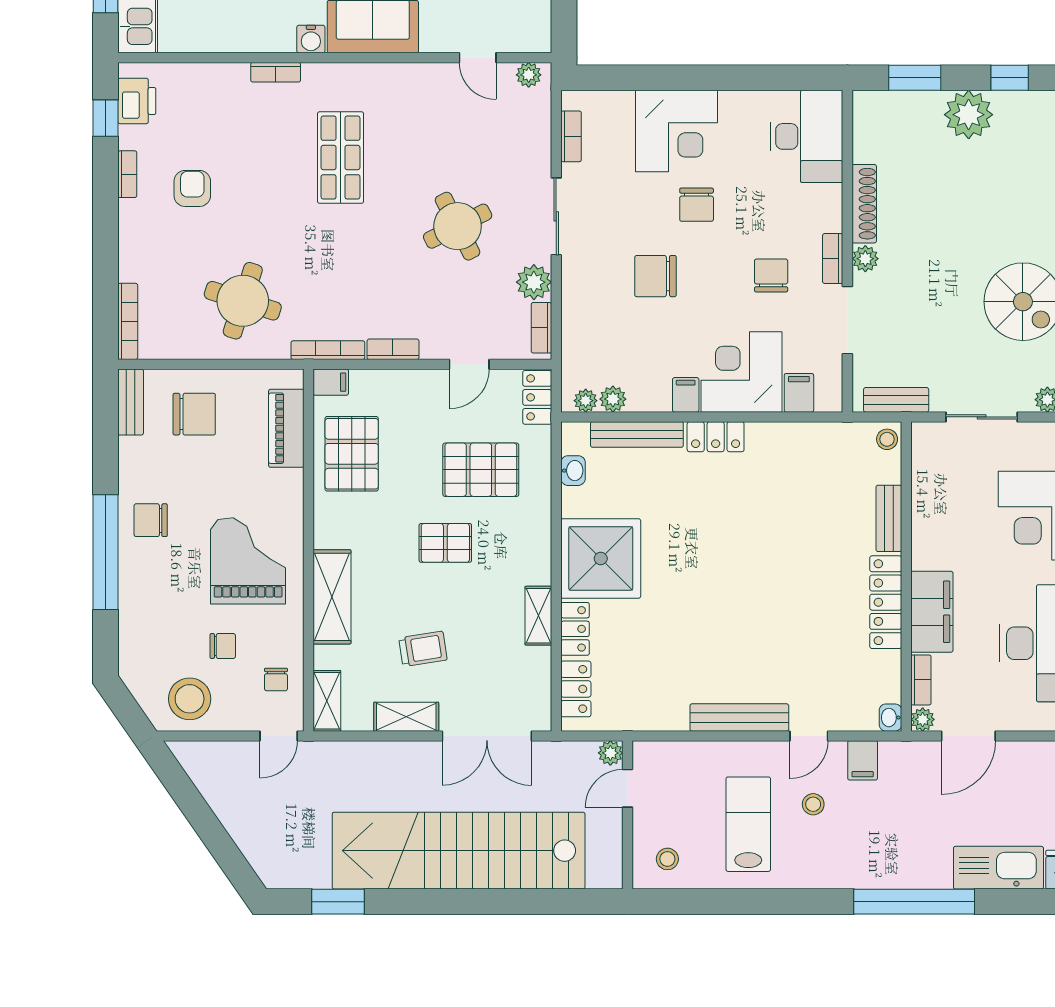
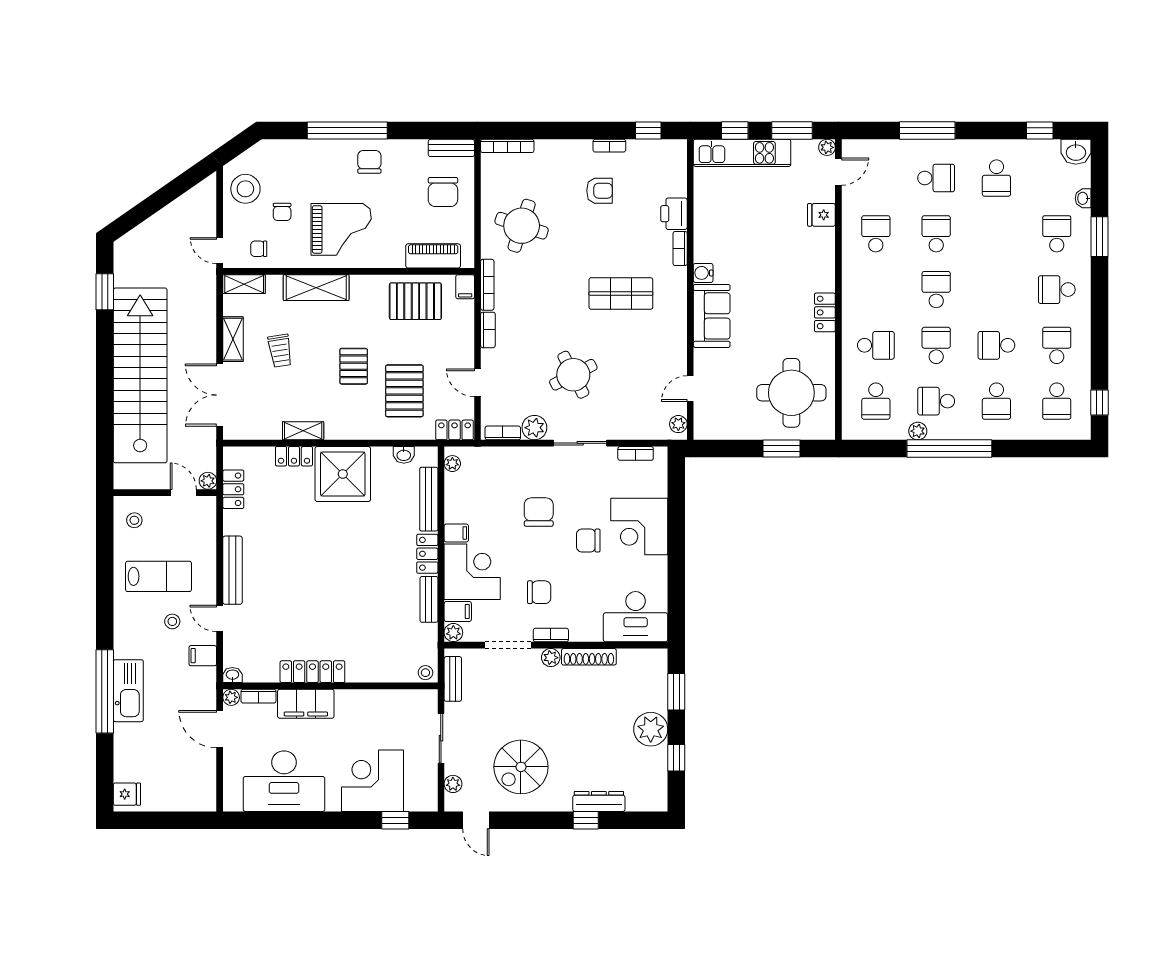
printer: (137, 101) -> (674, 214), moved, turned 90
plant: (613, 399) -> (453, 633), moved
bench: (889, 518) -> (429, 599), moved, turned 90
locker: (576, 689) -> (233, 489), moved, turned -90
kitchen sink: (998, 868) -> (128, 691), moved

